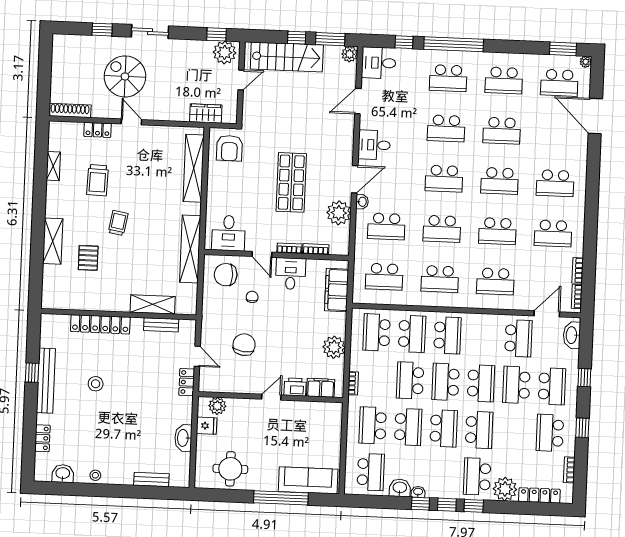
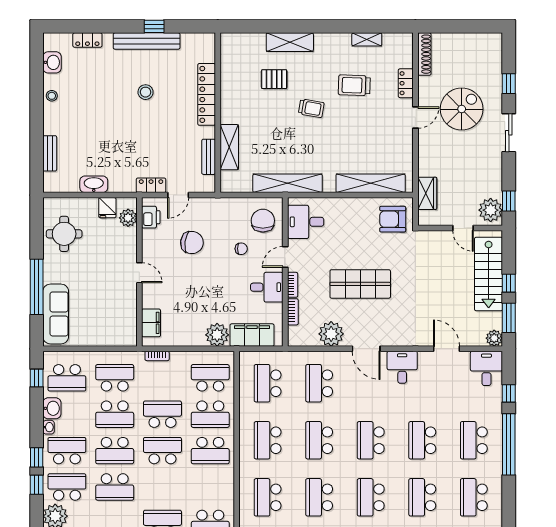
washbasin: (362, 202) -> (343, 357), removed
plant: (334, 347) -> (217, 335), moved
school desk: (481, 383) -> (67, 451), moved, turned 180
printer: (295, 387) -> (151, 217), moved
window: (420, 504) -> (37, 378), moved

